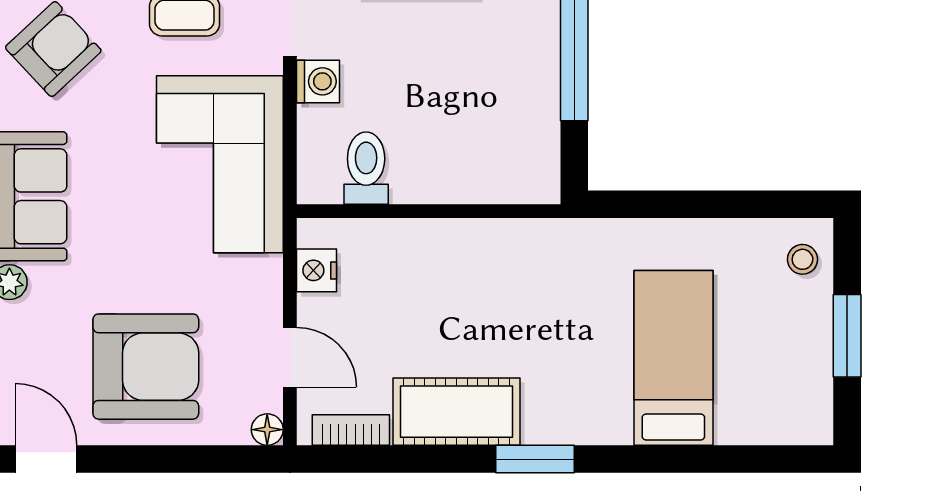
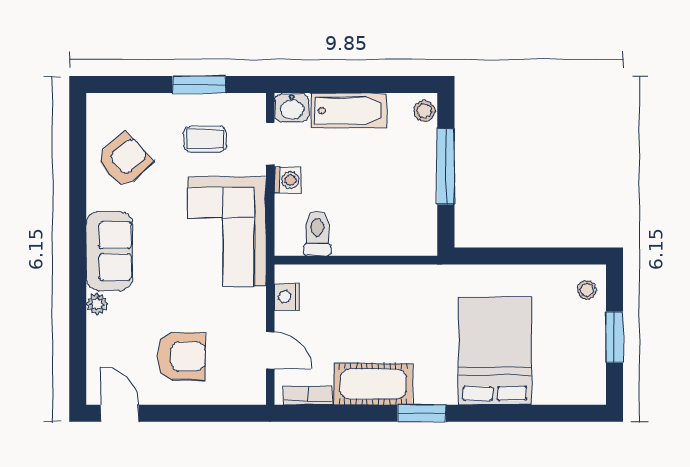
bed: (673, 358) -> (495, 351), width x1.50
armchair: (146, 367) -> (181, 356), width x0.73, depth x0.73
floor lamp: (267, 430) -> (256, 395), removed

